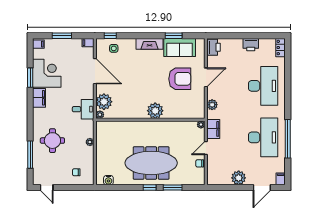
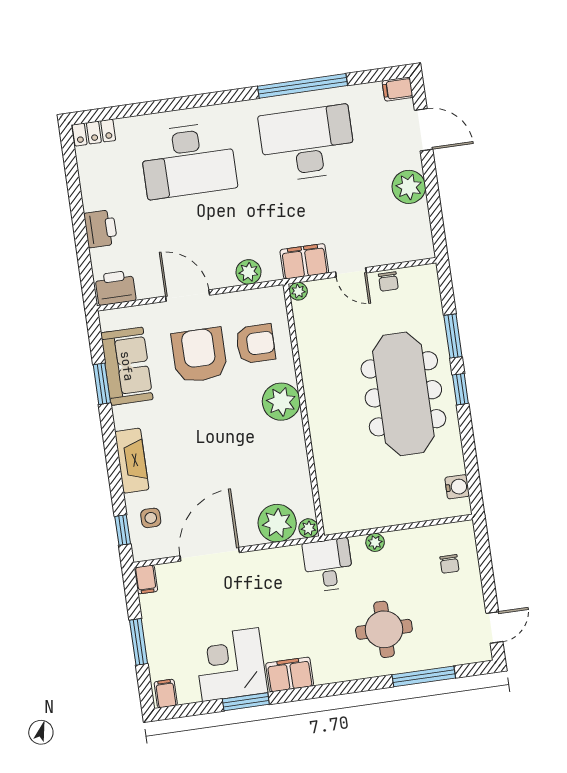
fireplace: (150, 44) -> (132, 461), moved
printer: (251, 45) -> (101, 229), moved
desk: (263, 86) -> (188, 160), turned 180
armchair: (181, 103) -> (255, 344), added
desk: (83, 109) -> (328, 565), moved

